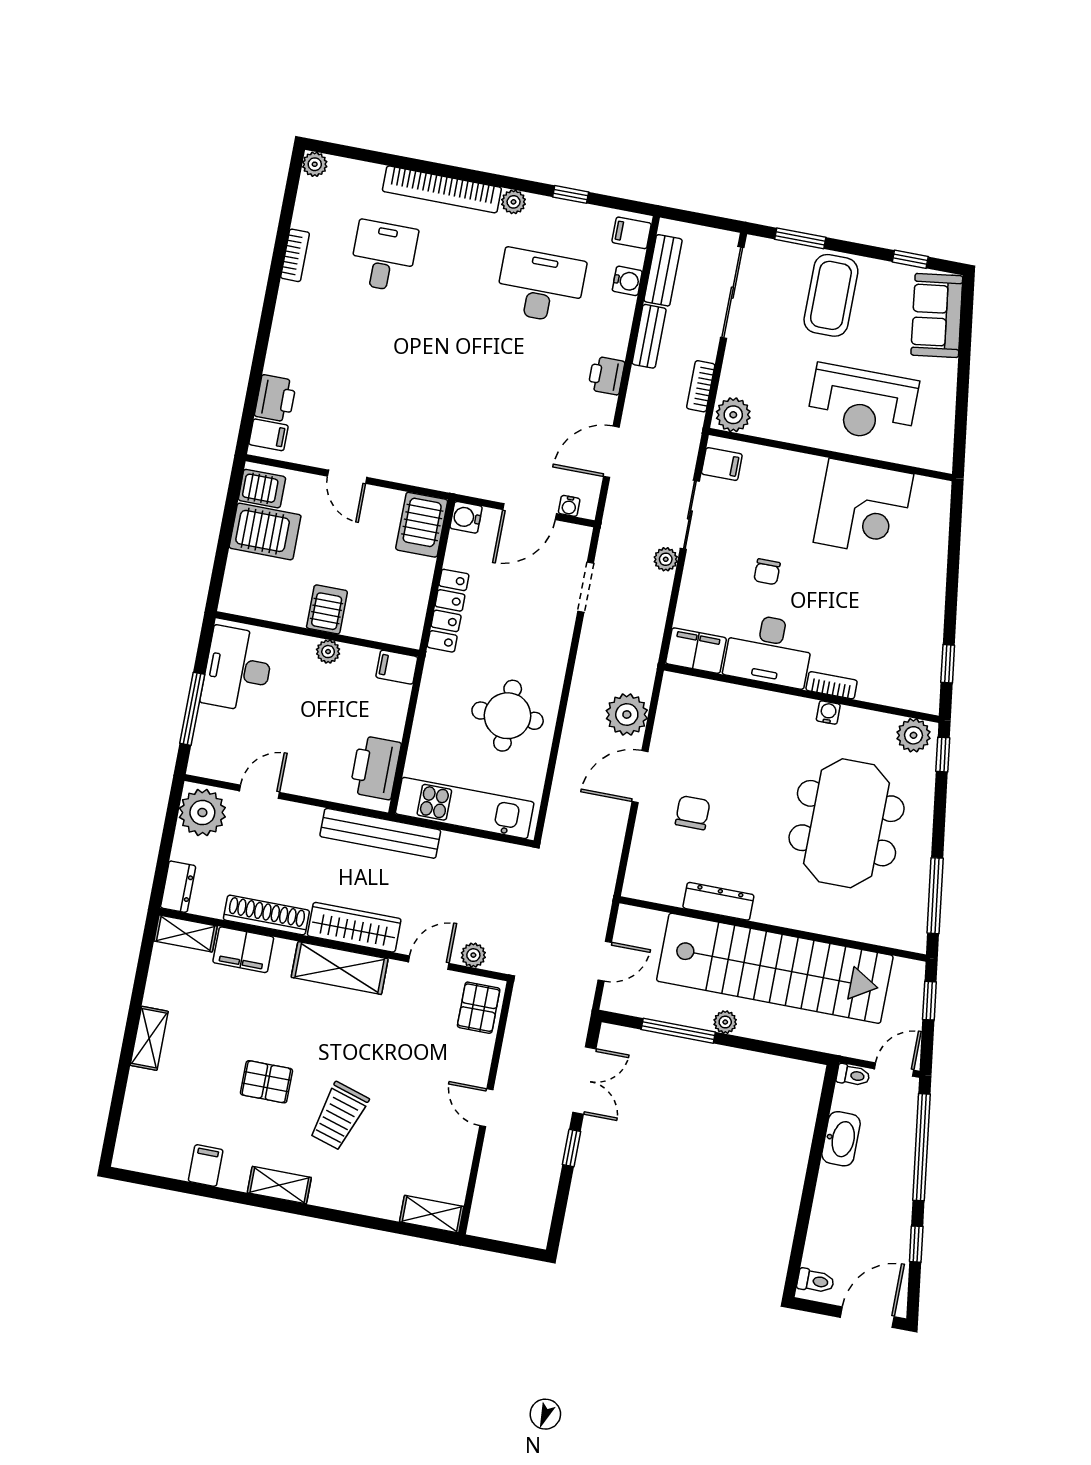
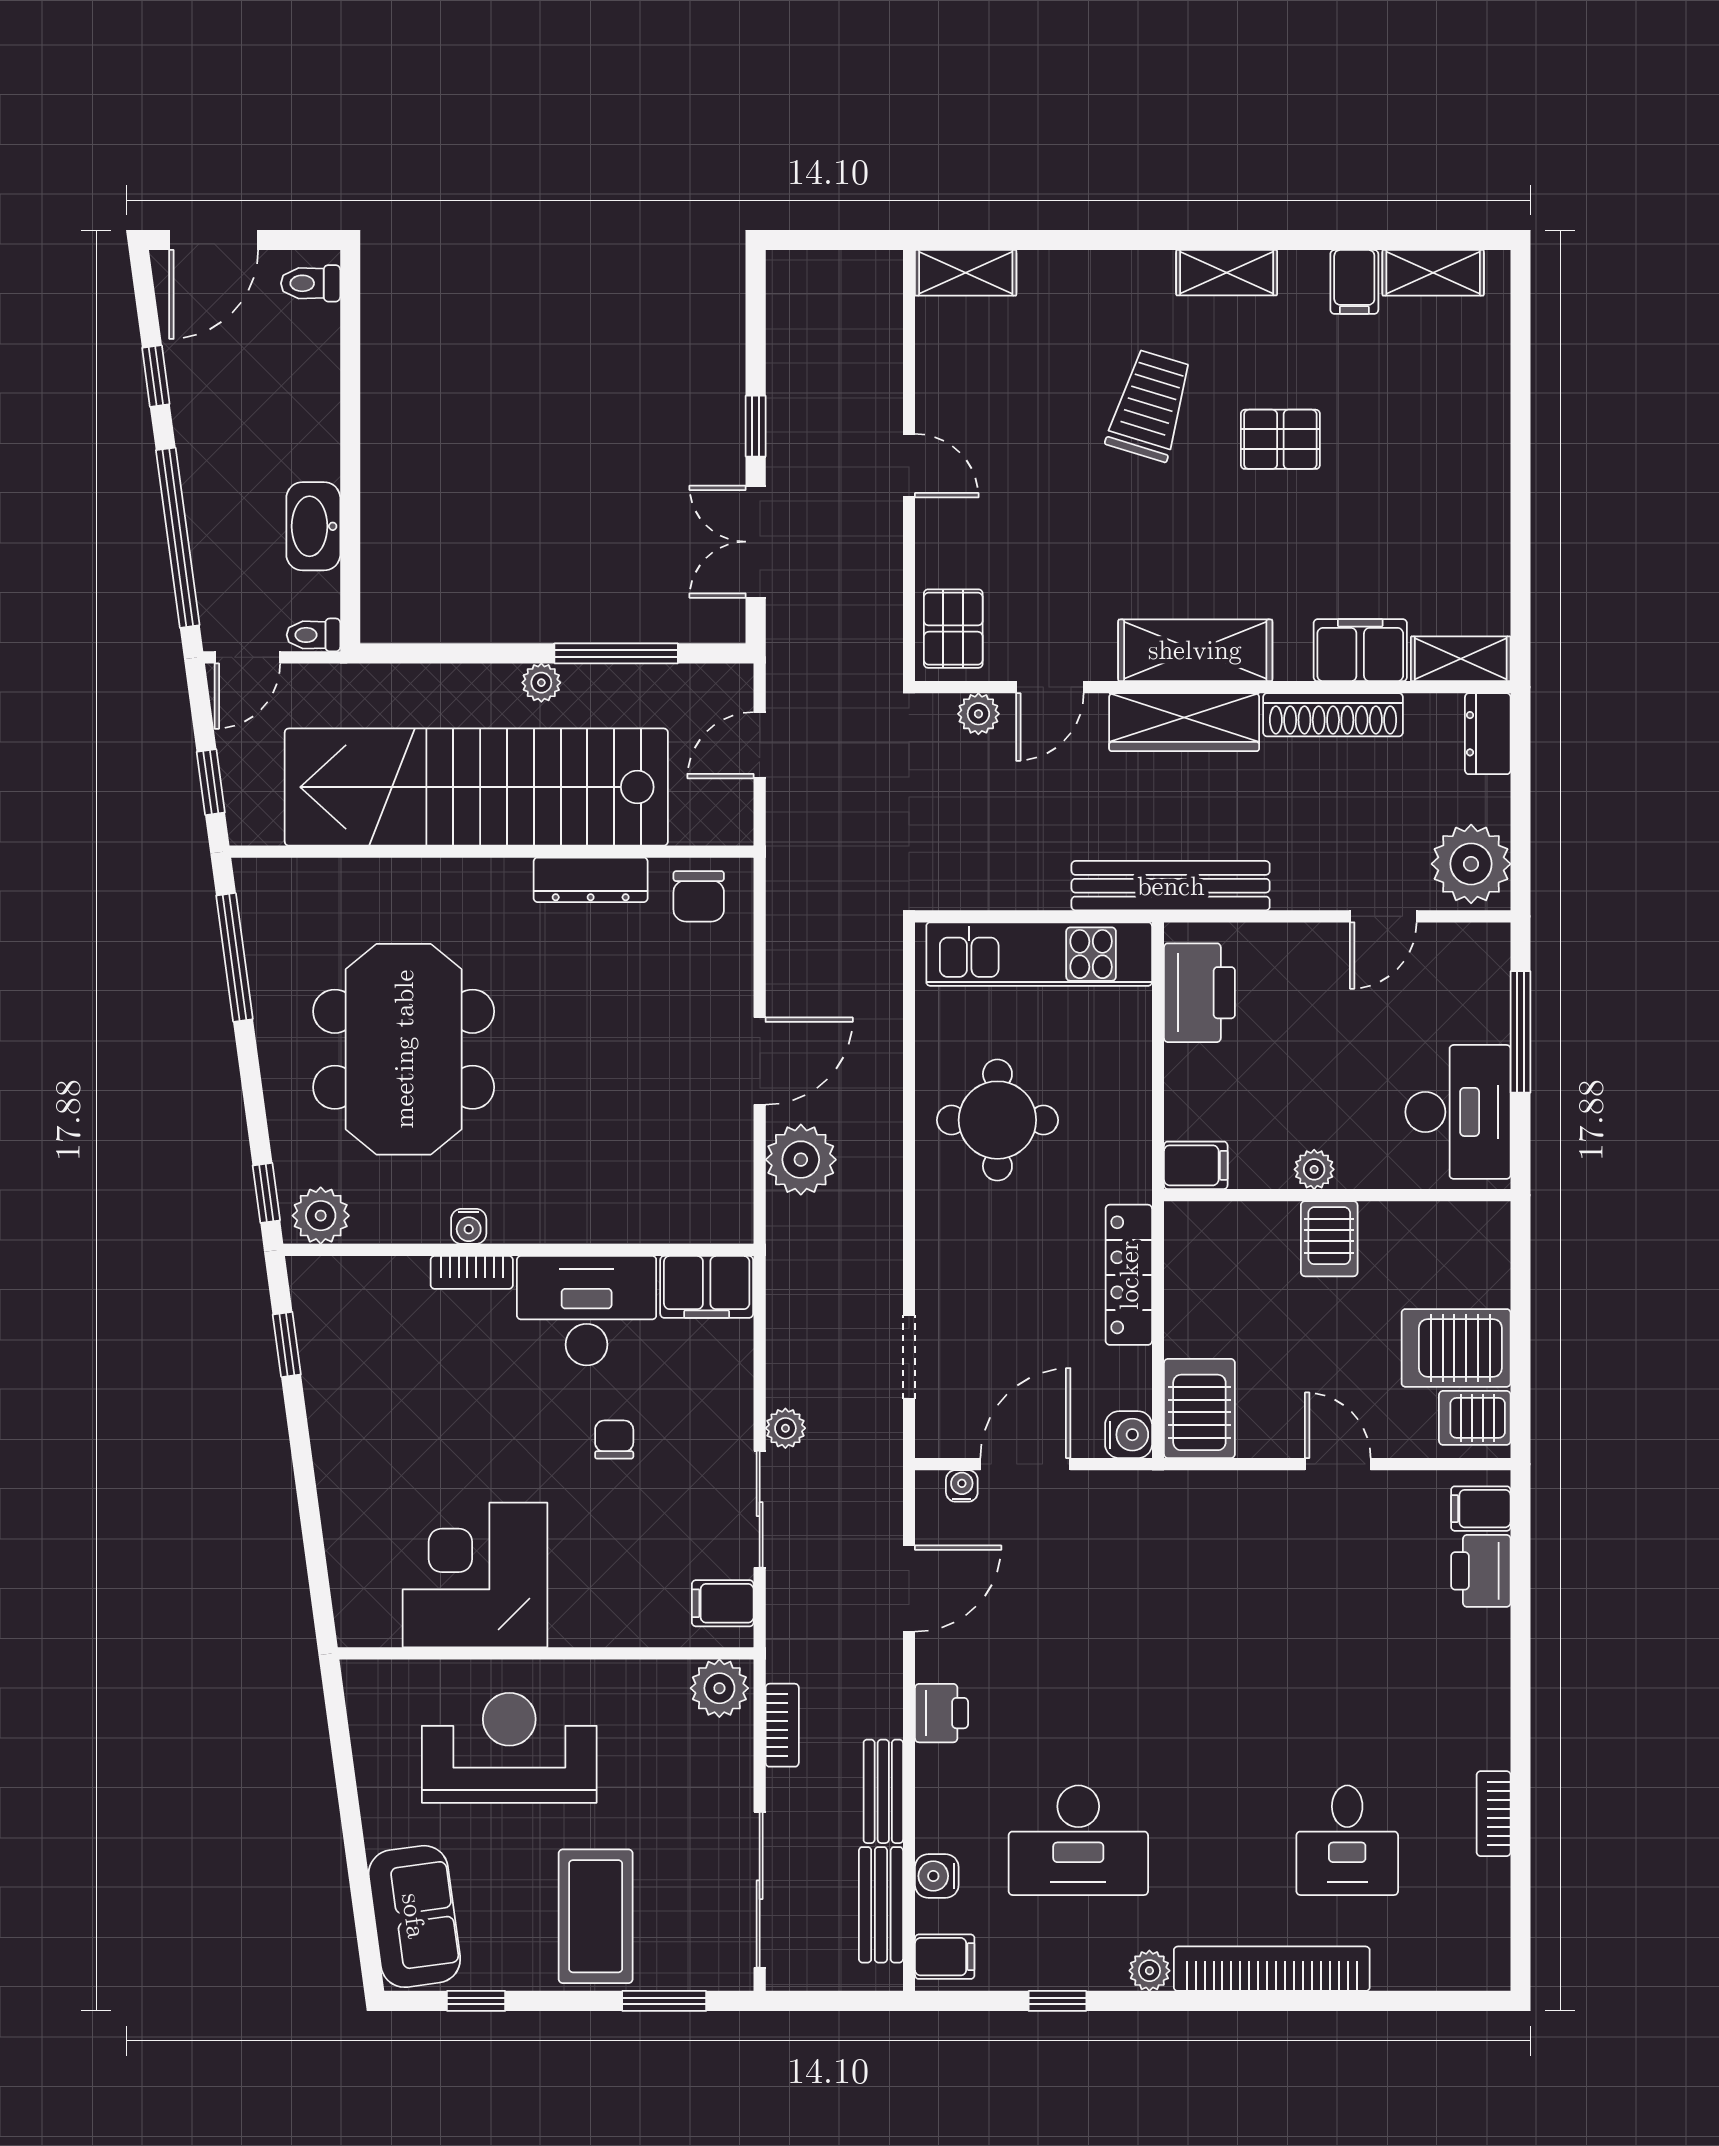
plant: (315, 164) -> (1490, 1970), removed
chair: (693, 813) -> (699, 896), moved
shelving: (149, 1038) -> (1433, 273), moved, turned 90

